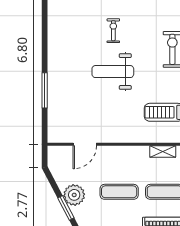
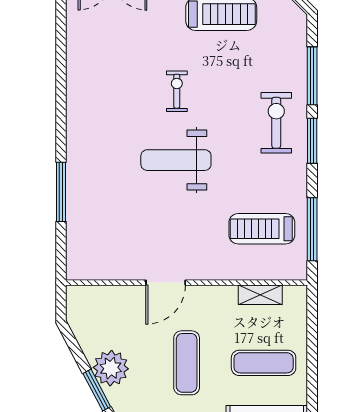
door: (85, 144) -> (166, 283), moved
exercise mat: (119, 192) -> (187, 363), turned 90

